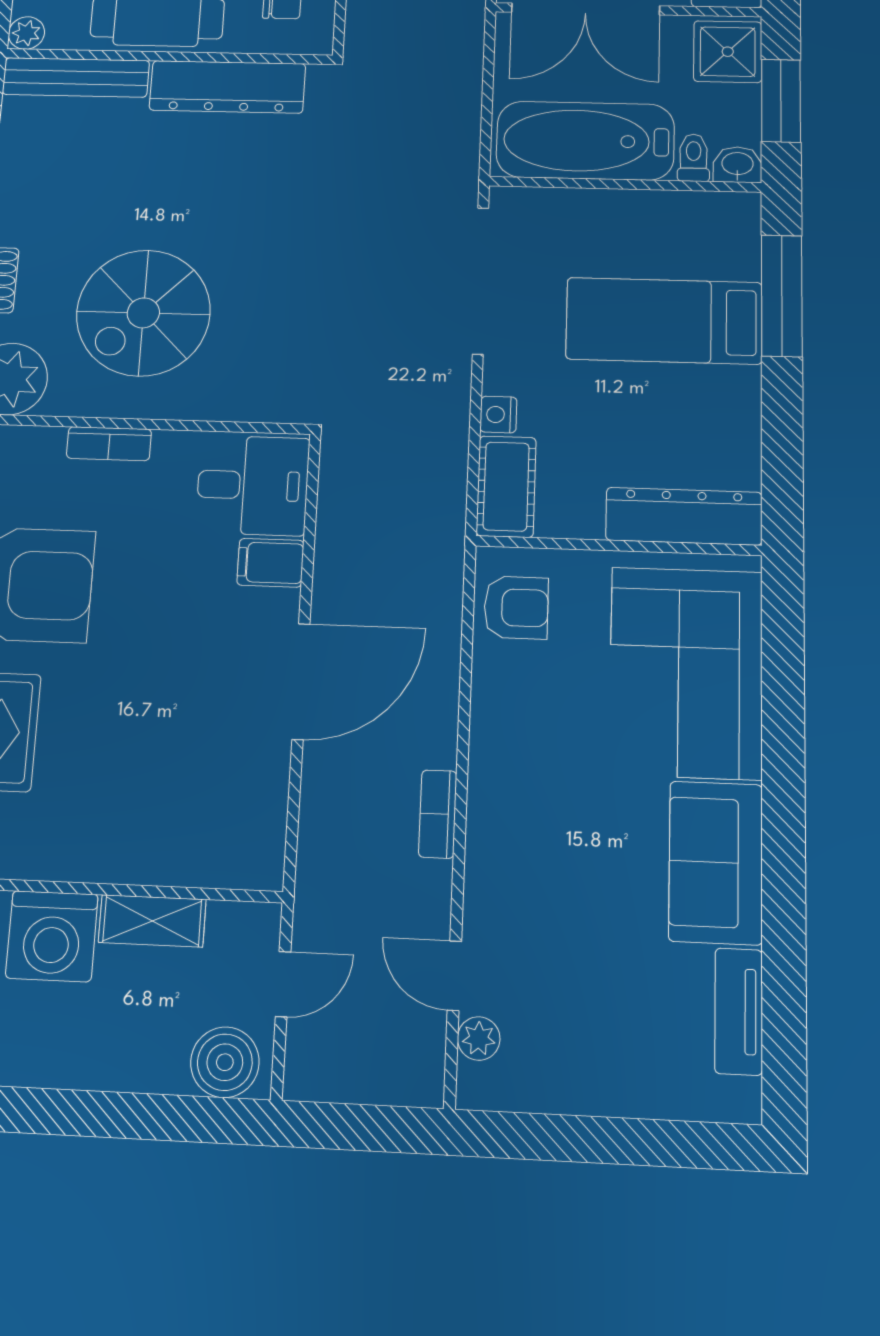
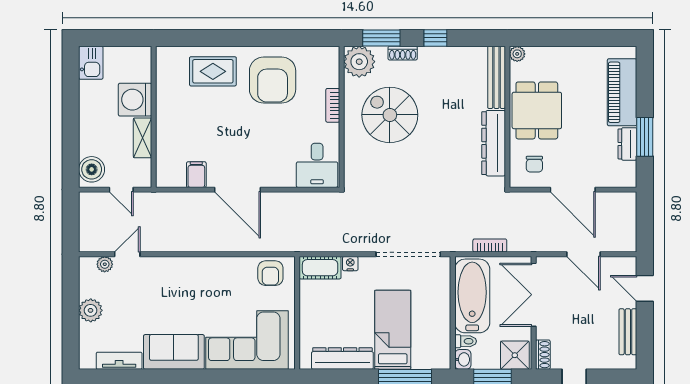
dresser: (684, 516) -> (342, 358), moved, turned -90
filing cabinet: (270, 563) -> (196, 175), moved
bookcase: (438, 814) -> (490, 245), moved
plant: (602, 1084) -> (91, 310), added

